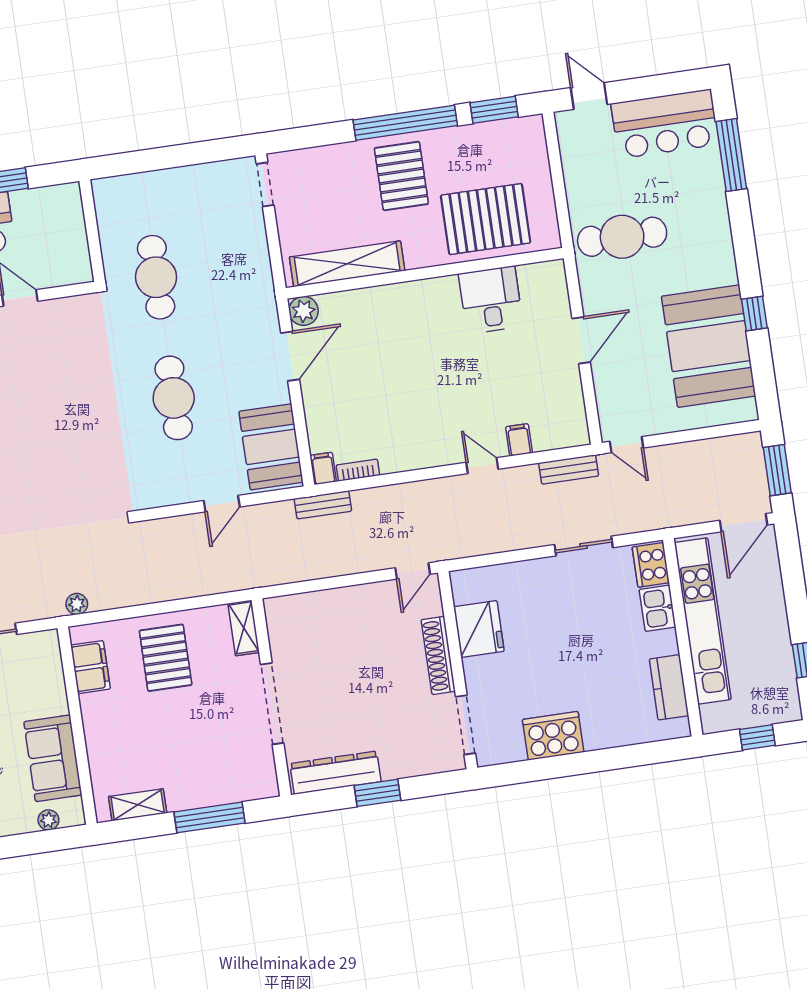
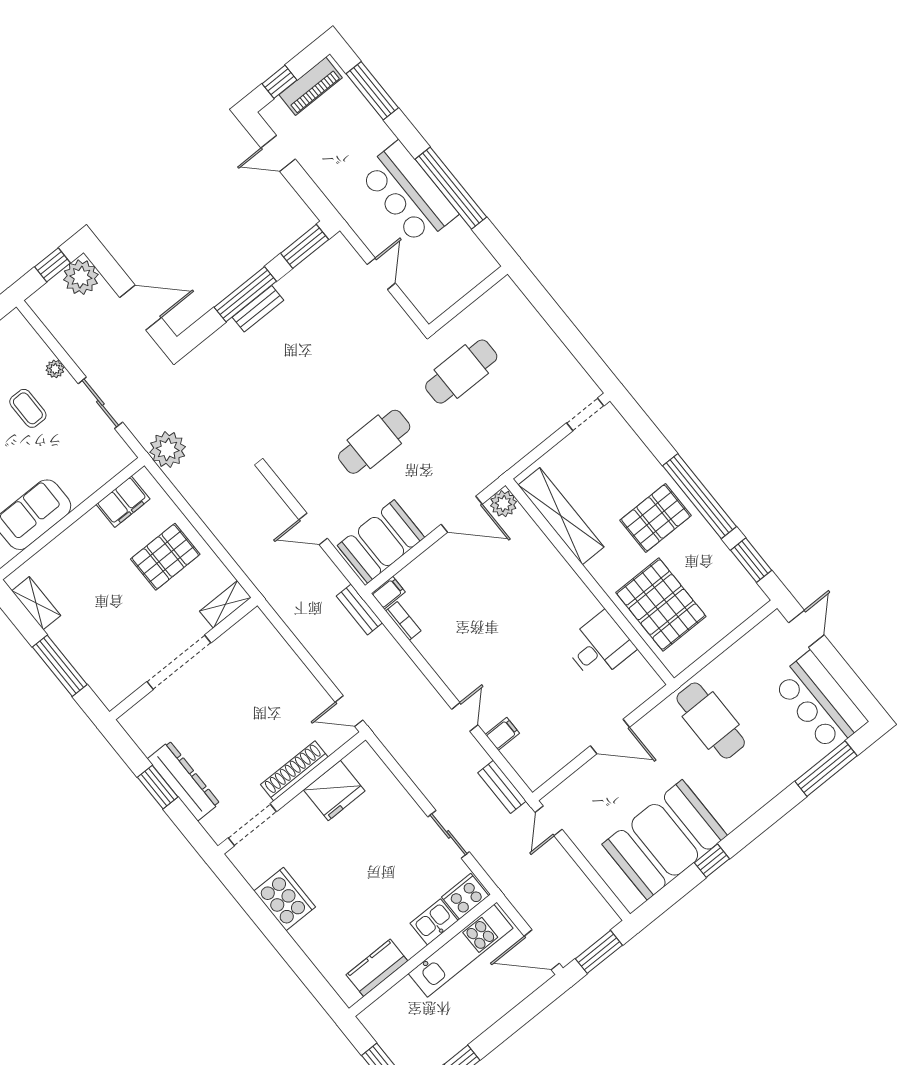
plant: (77, 604) -> (168, 449), width x1.88, depth x1.88
kitchen unit: (703, 621) -> (461, 951), width x0.73
dresser: (335, 773) -> (184, 781), moved

